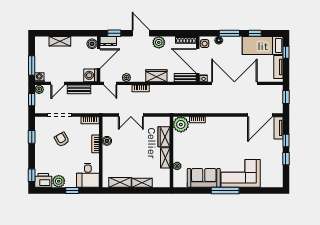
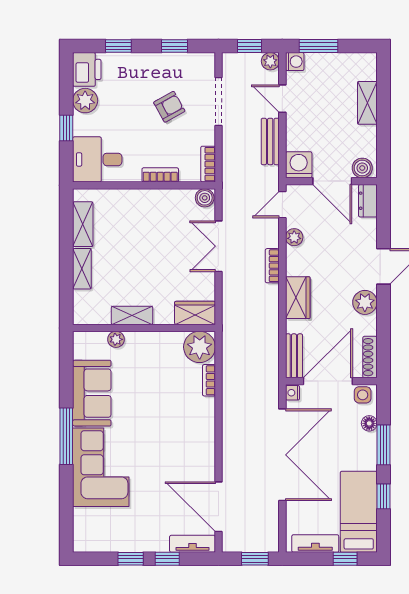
window: (114, 33) -> (383, 213), removed
wardrobe: (164, 137) -> (195, 313), moved
boiler: (107, 141) -> (205, 198), moved
window: (32, 175) -> (118, 46), moved

